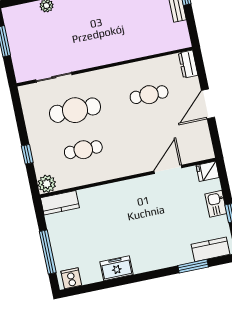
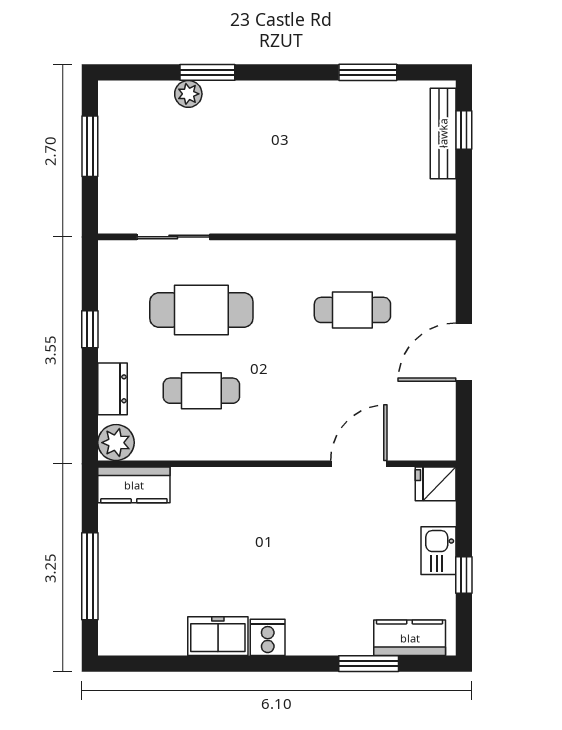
dresser: (188, 64) -> (113, 389), moved, turned 180
window: (27, 154) -> (90, 329), moved
cooker: (71, 278) -> (268, 637), moved

